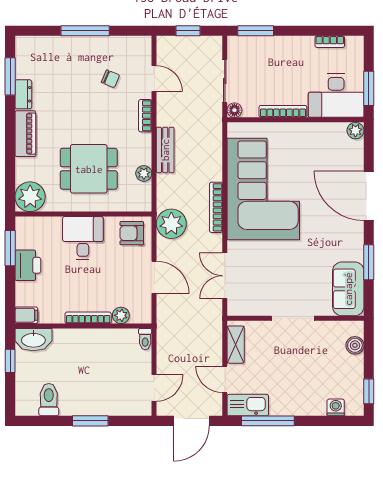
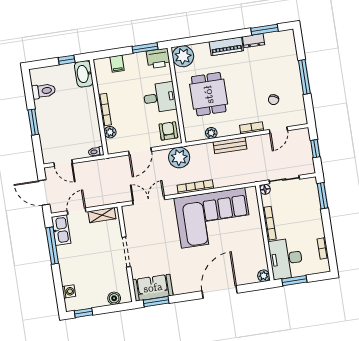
window: (369, 262) -> (156, 302), moved
printer: (28, 265) -> (158, 58), moved
filing cabinet: (26, 315) -> (117, 64), moved

